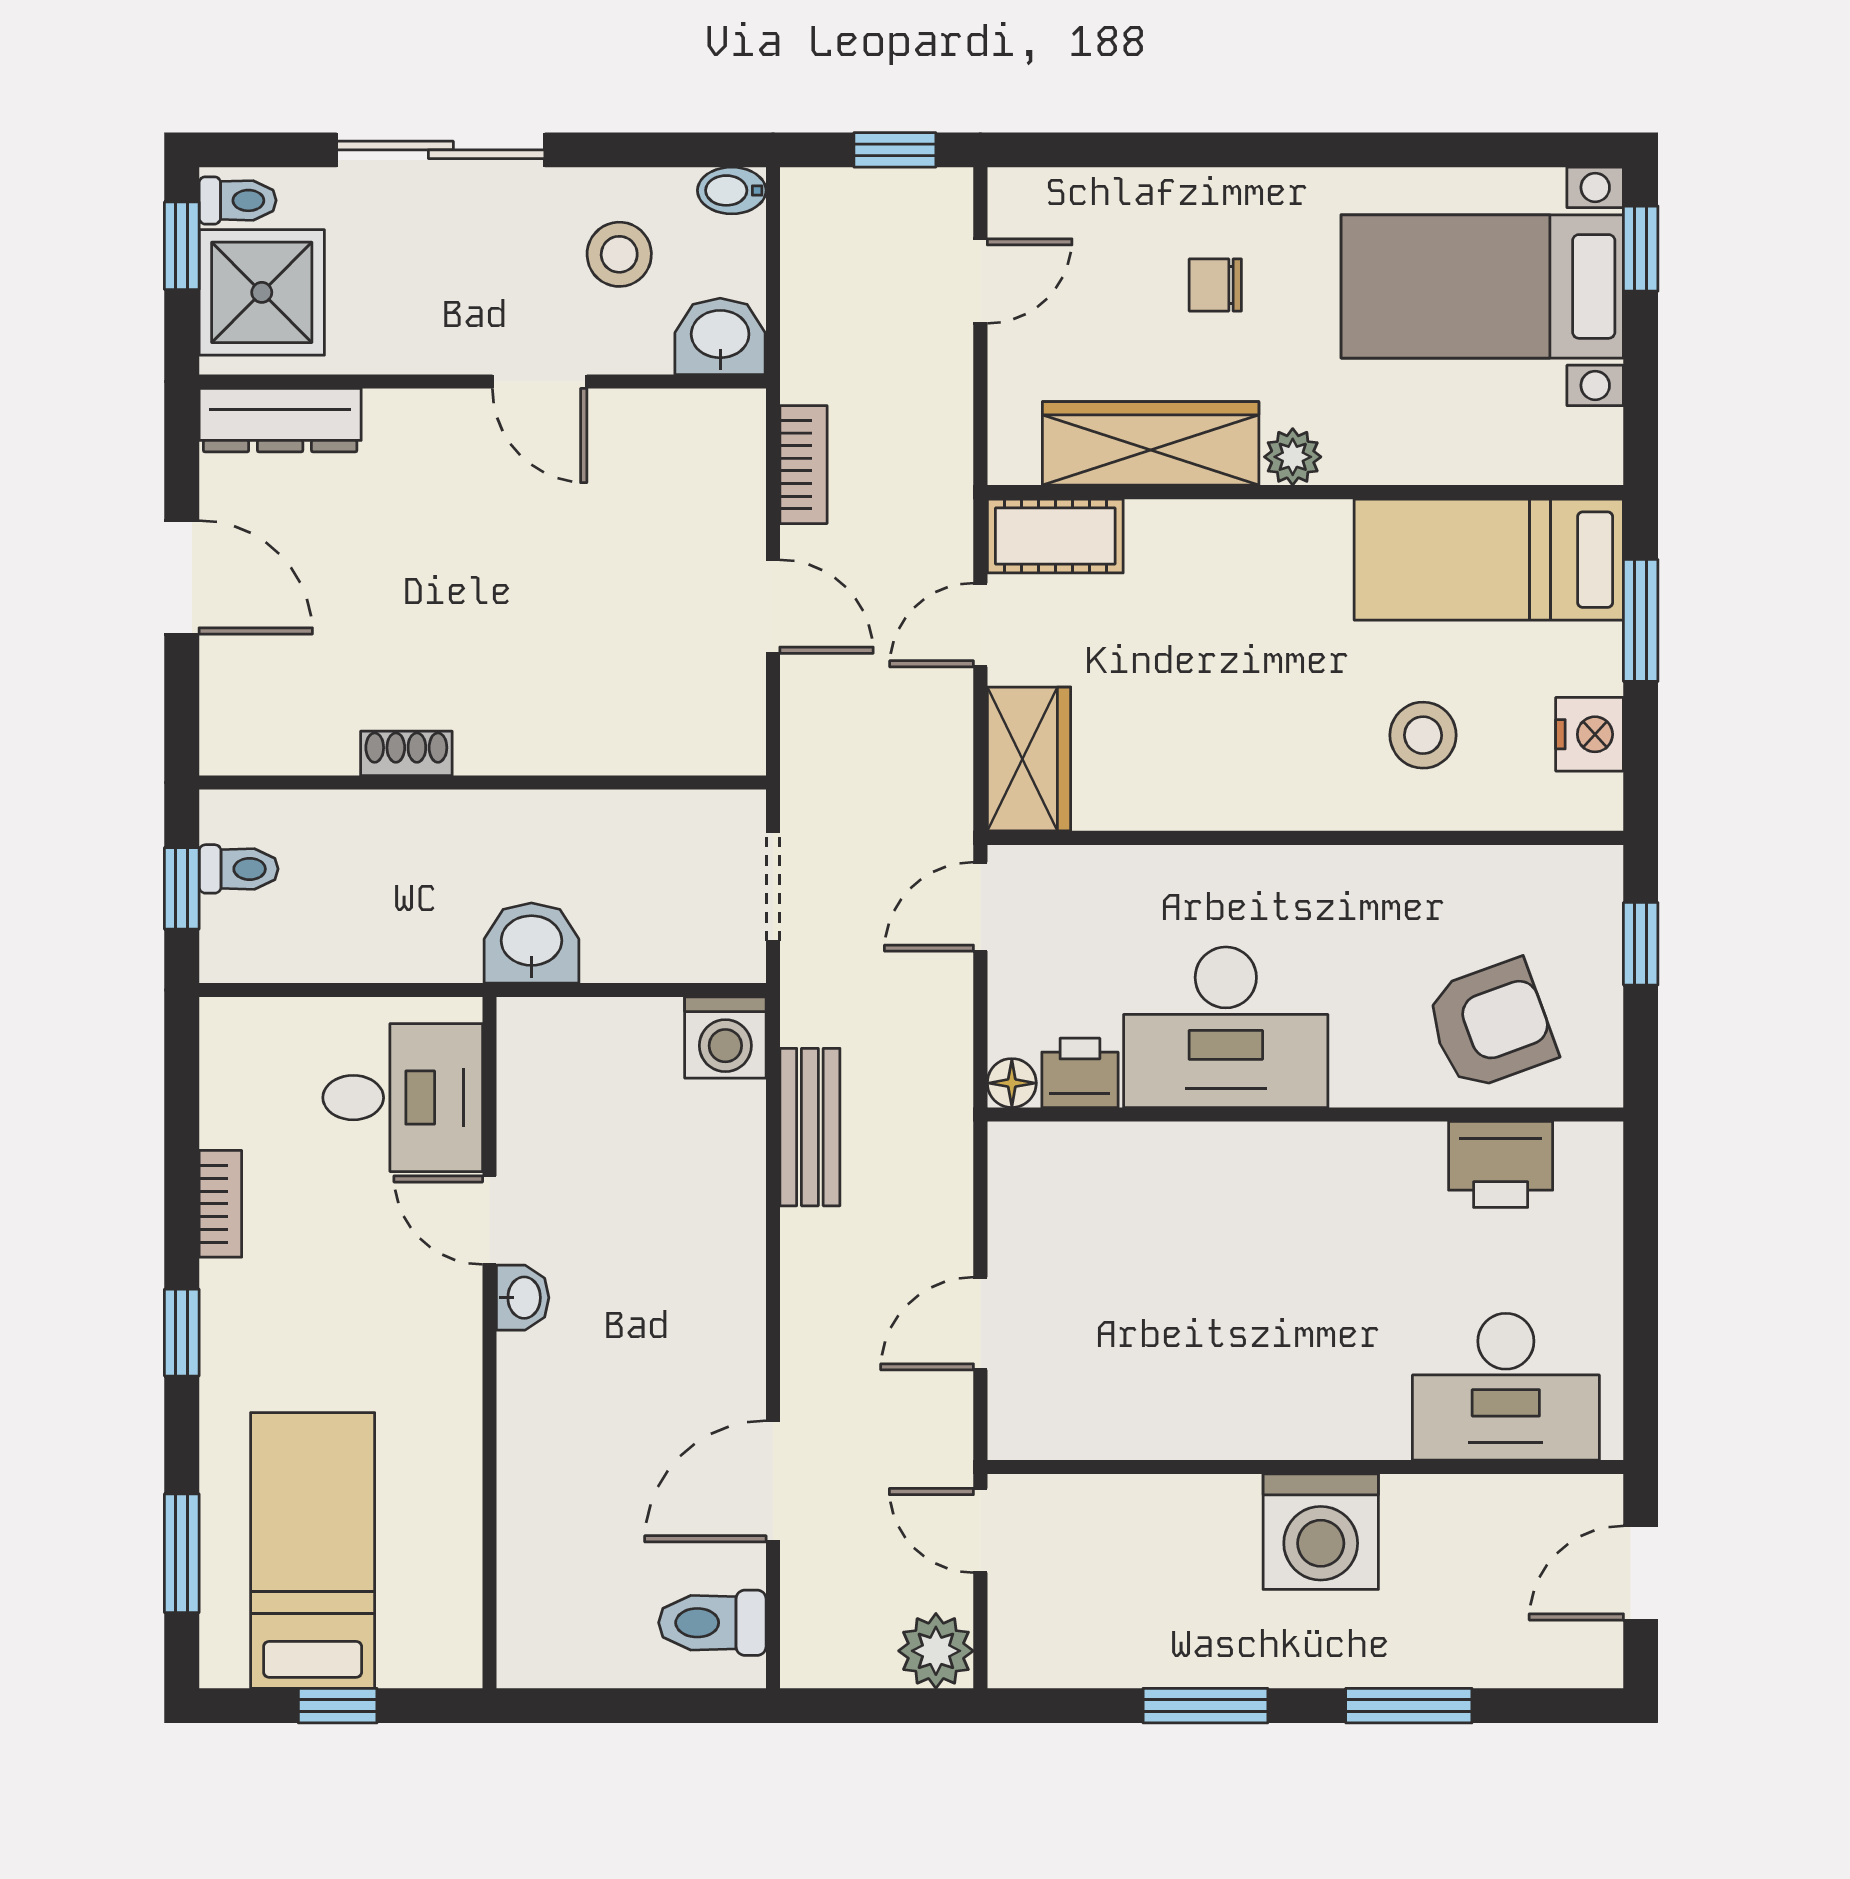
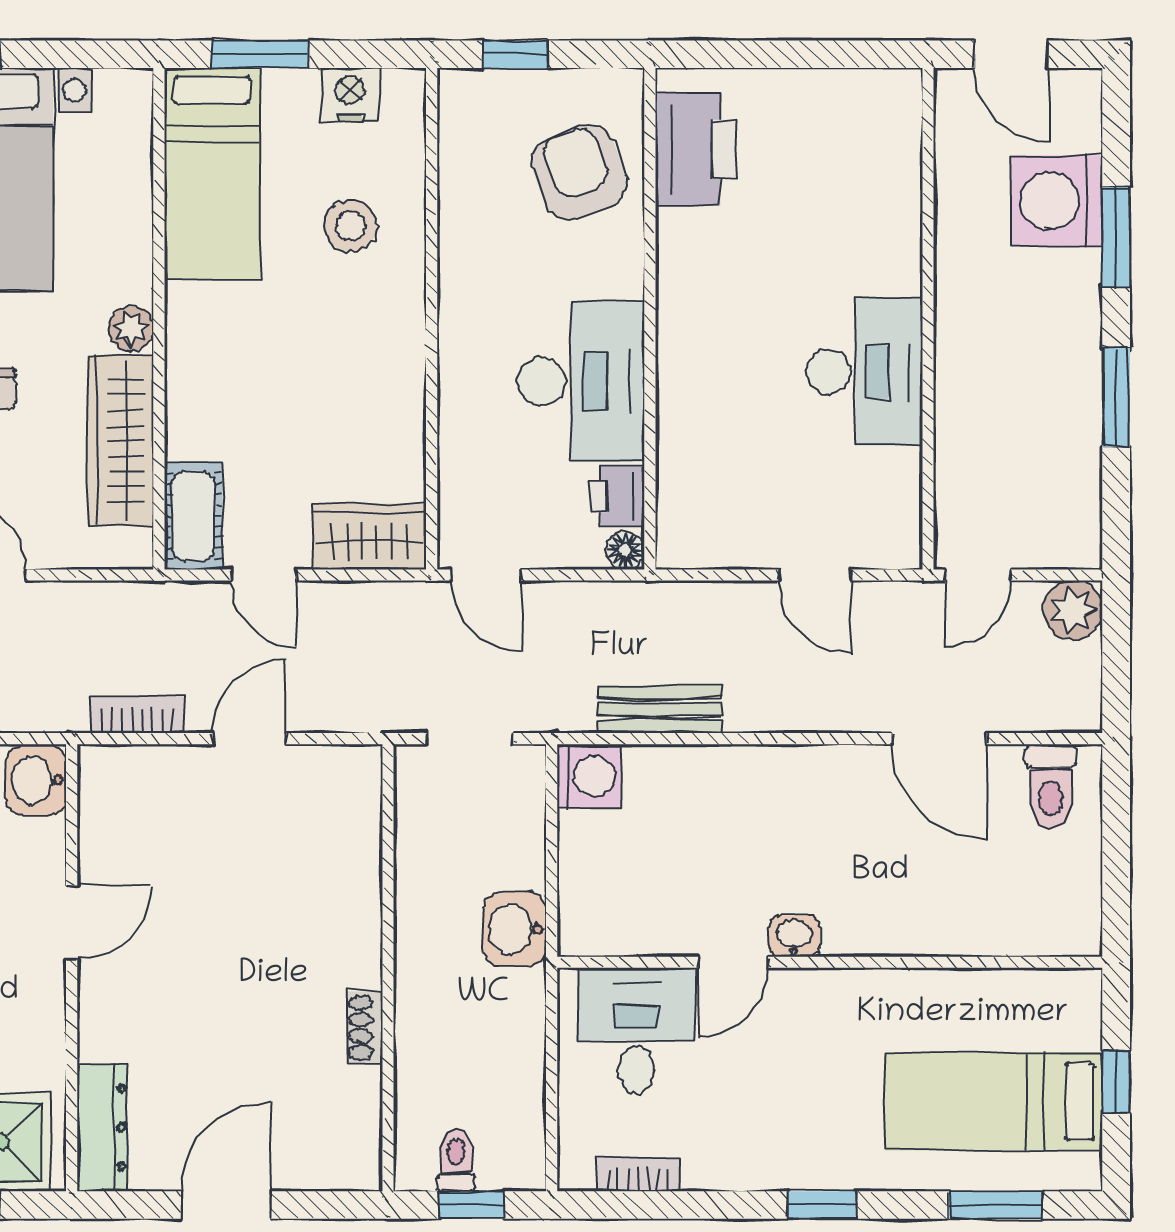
printer: (1501, 1164) -> (696, 149), width x1.37, depth x1.19
bookcase: (220, 1204) -> (638, 1174), moved
desk: (1506, 1387) -> (865, 372), moved
washing machine: (1321, 1532) -> (1057, 201), moved, turned 180

